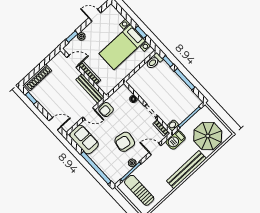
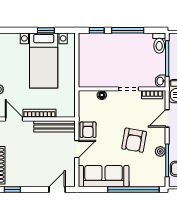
door: (73, 61) -> (14, 119), hinge flipped
toilet: (154, 61) -> (159, 43), moved
sofa: (84, 140) -> (104, 176), width x1.36

